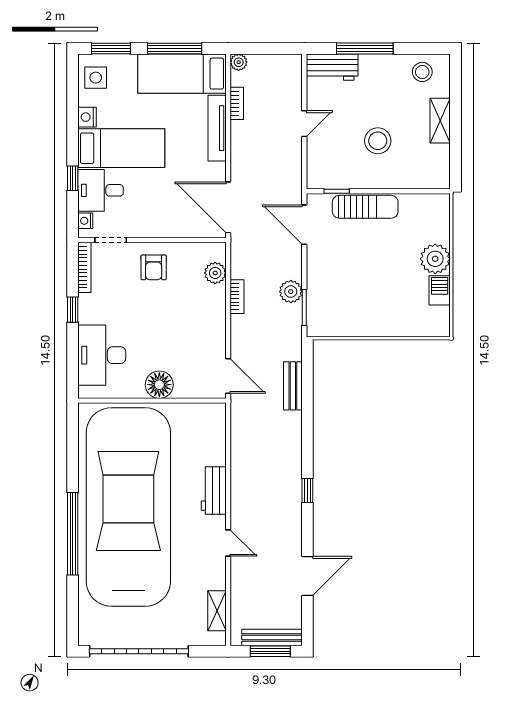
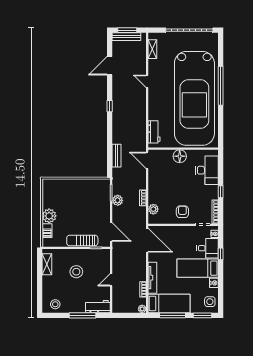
shelving: (440, 121) -> (47, 264), moved
barbecue: (440, 290) -> (47, 231), moved
workbench: (214, 490) -> (154, 132), moved

